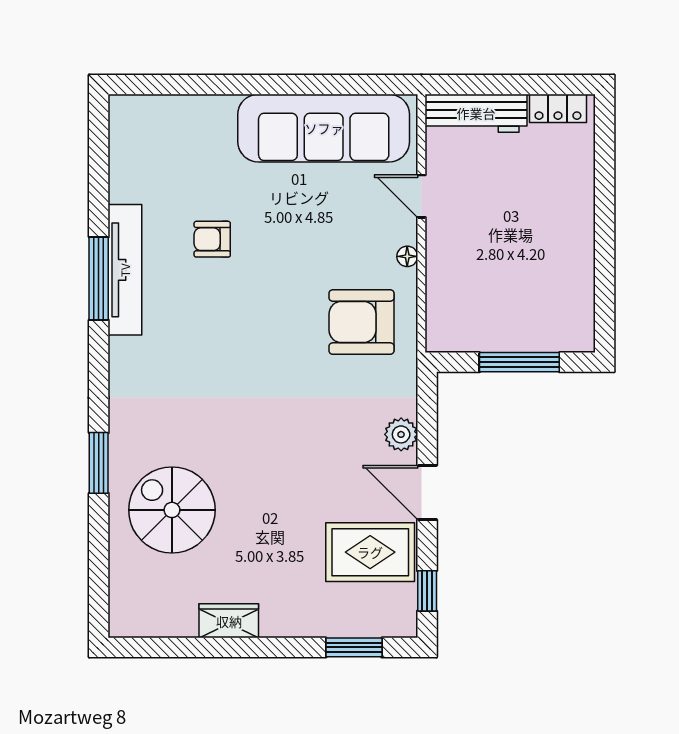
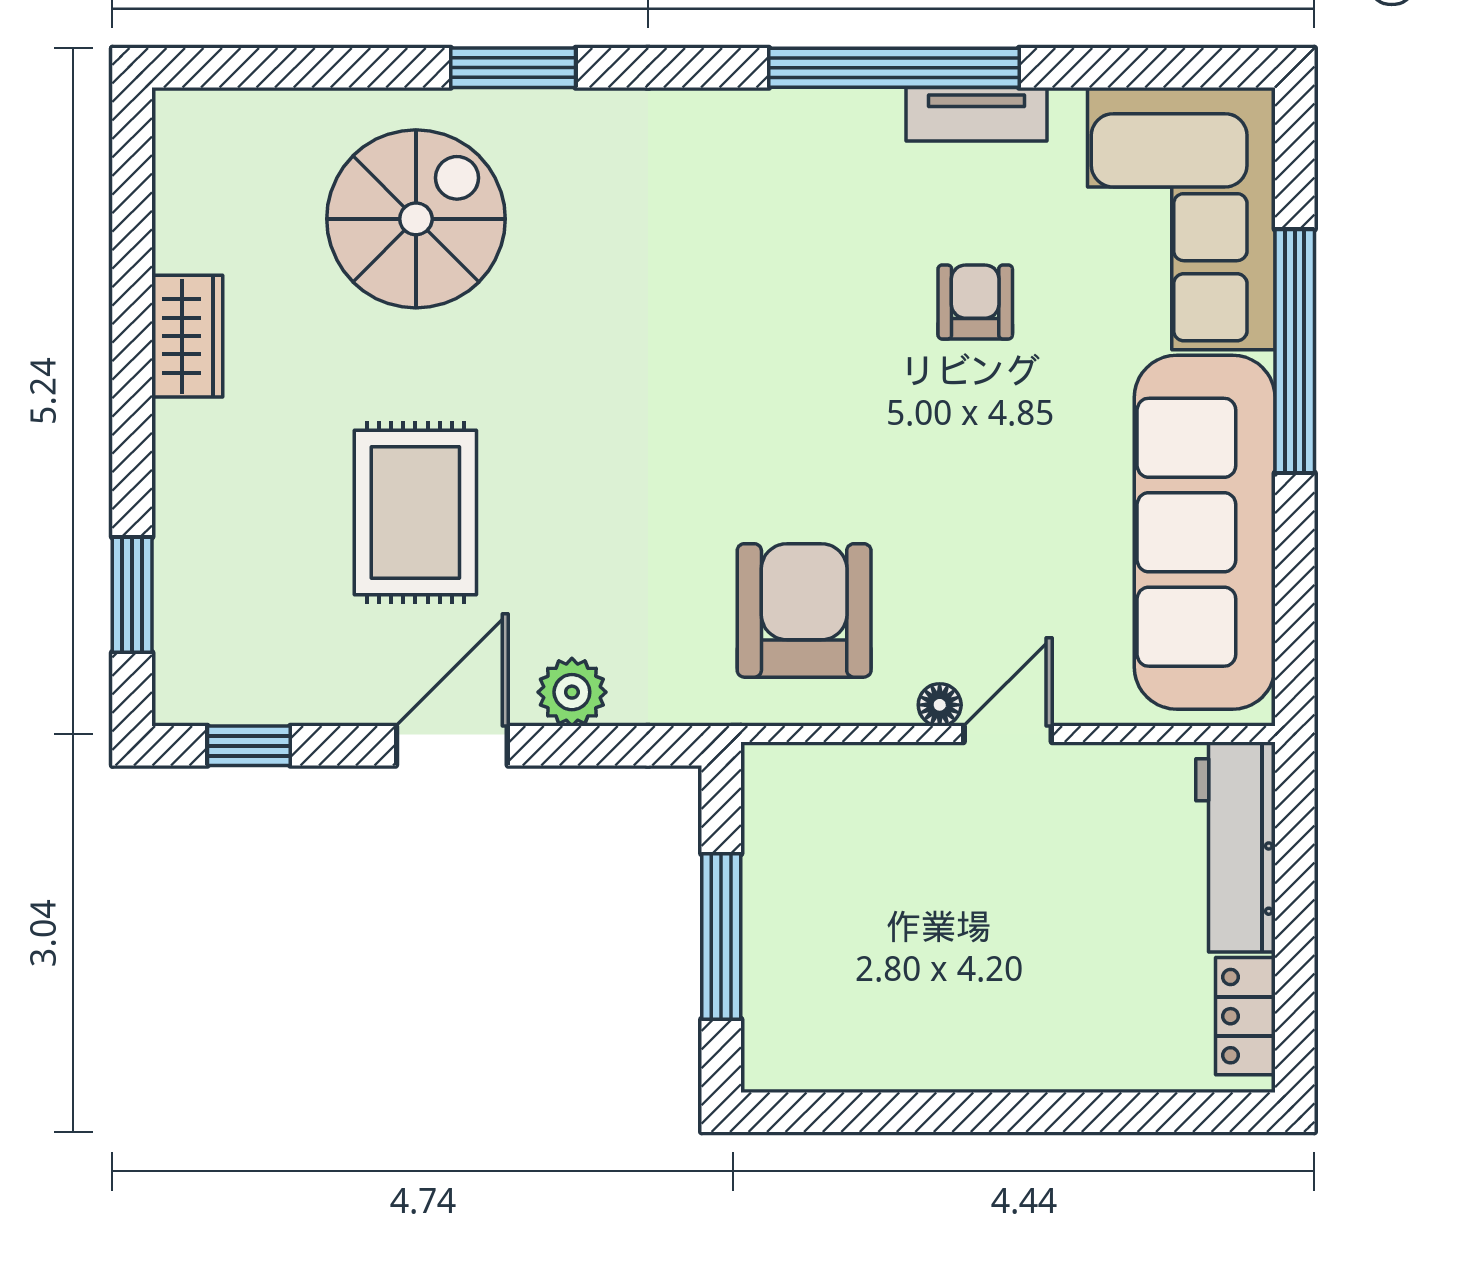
window: (236, 85) -> (1295, 351), added
corner sofa: (172, 139) -> (1181, 219), added
door: (421, 196) -> (1008, 734), moved
tv unit: (125, 270) -> (977, 114), width x0.52, depth x0.78
window: (99, 279) -> (894, 68), width x1.46
rug: (370, 552) -> (415, 512), moved

